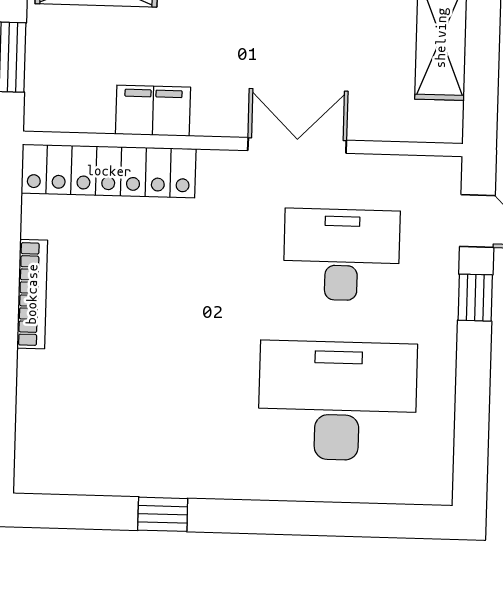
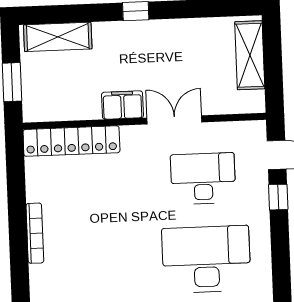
filing cabinet: (153, 111) -> (122, 105), moved
bookcase: (32, 294) -> (35, 233), moved

